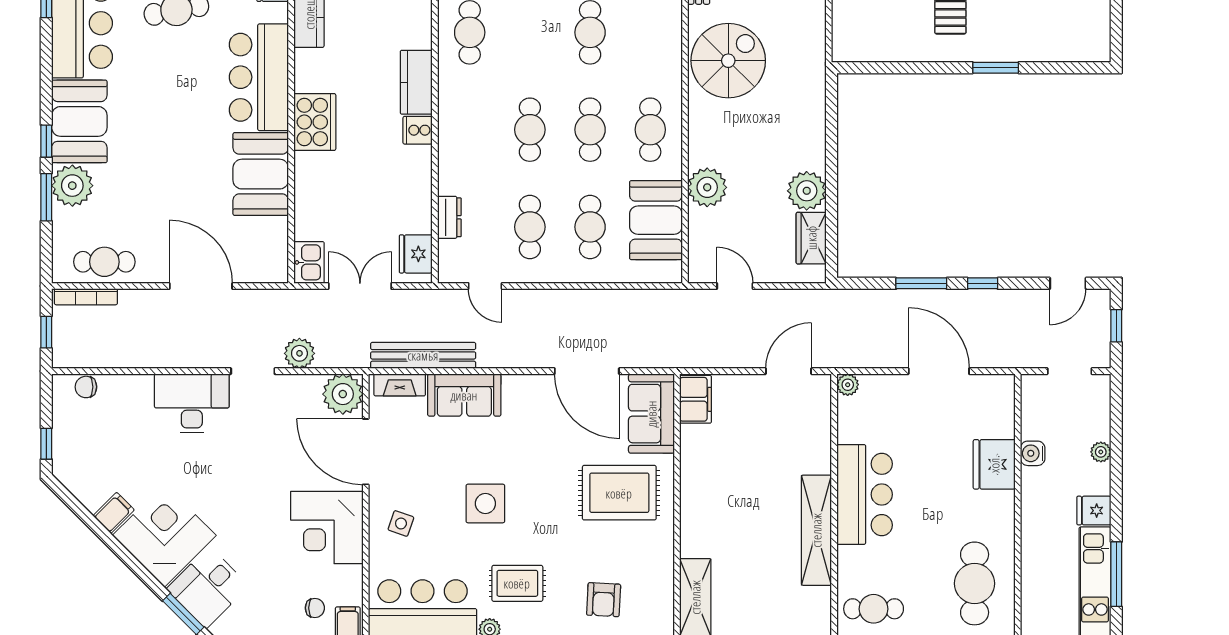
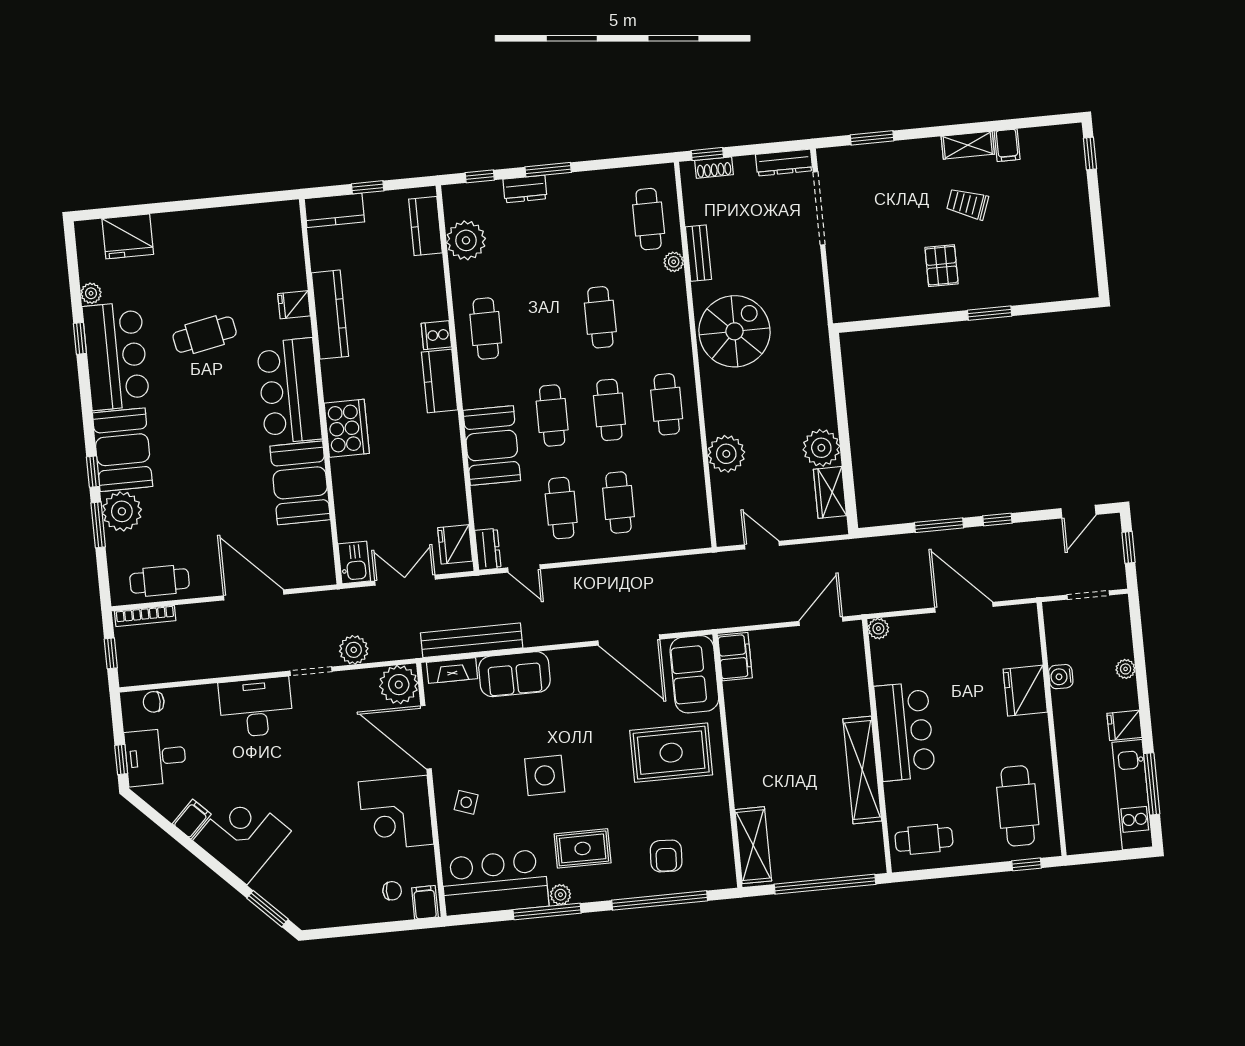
cooker: (418, 130) -> (436, 335), moved
dresser: (449, 217) -> (488, 549), moved
booth: (656, 220) -> (492, 446), moved
desk: (208, 587) -> (156, 757), moved, turned 45

